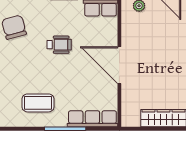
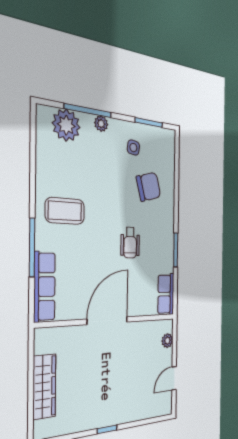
coffee table: (38, 103) -> (65, 211), turned 90

